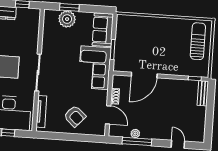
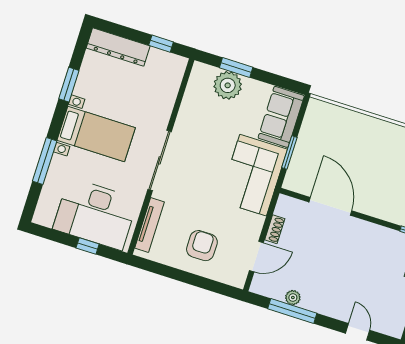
door: (144, 75) -> (330, 206), swing flipped
door: (108, 115) -> (256, 257), hinge flipped
armchair: (75, 116) -> (202, 246), turned -132

